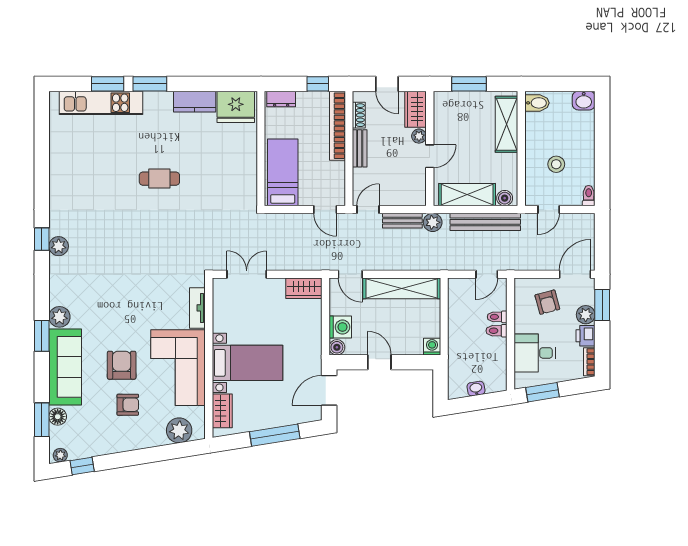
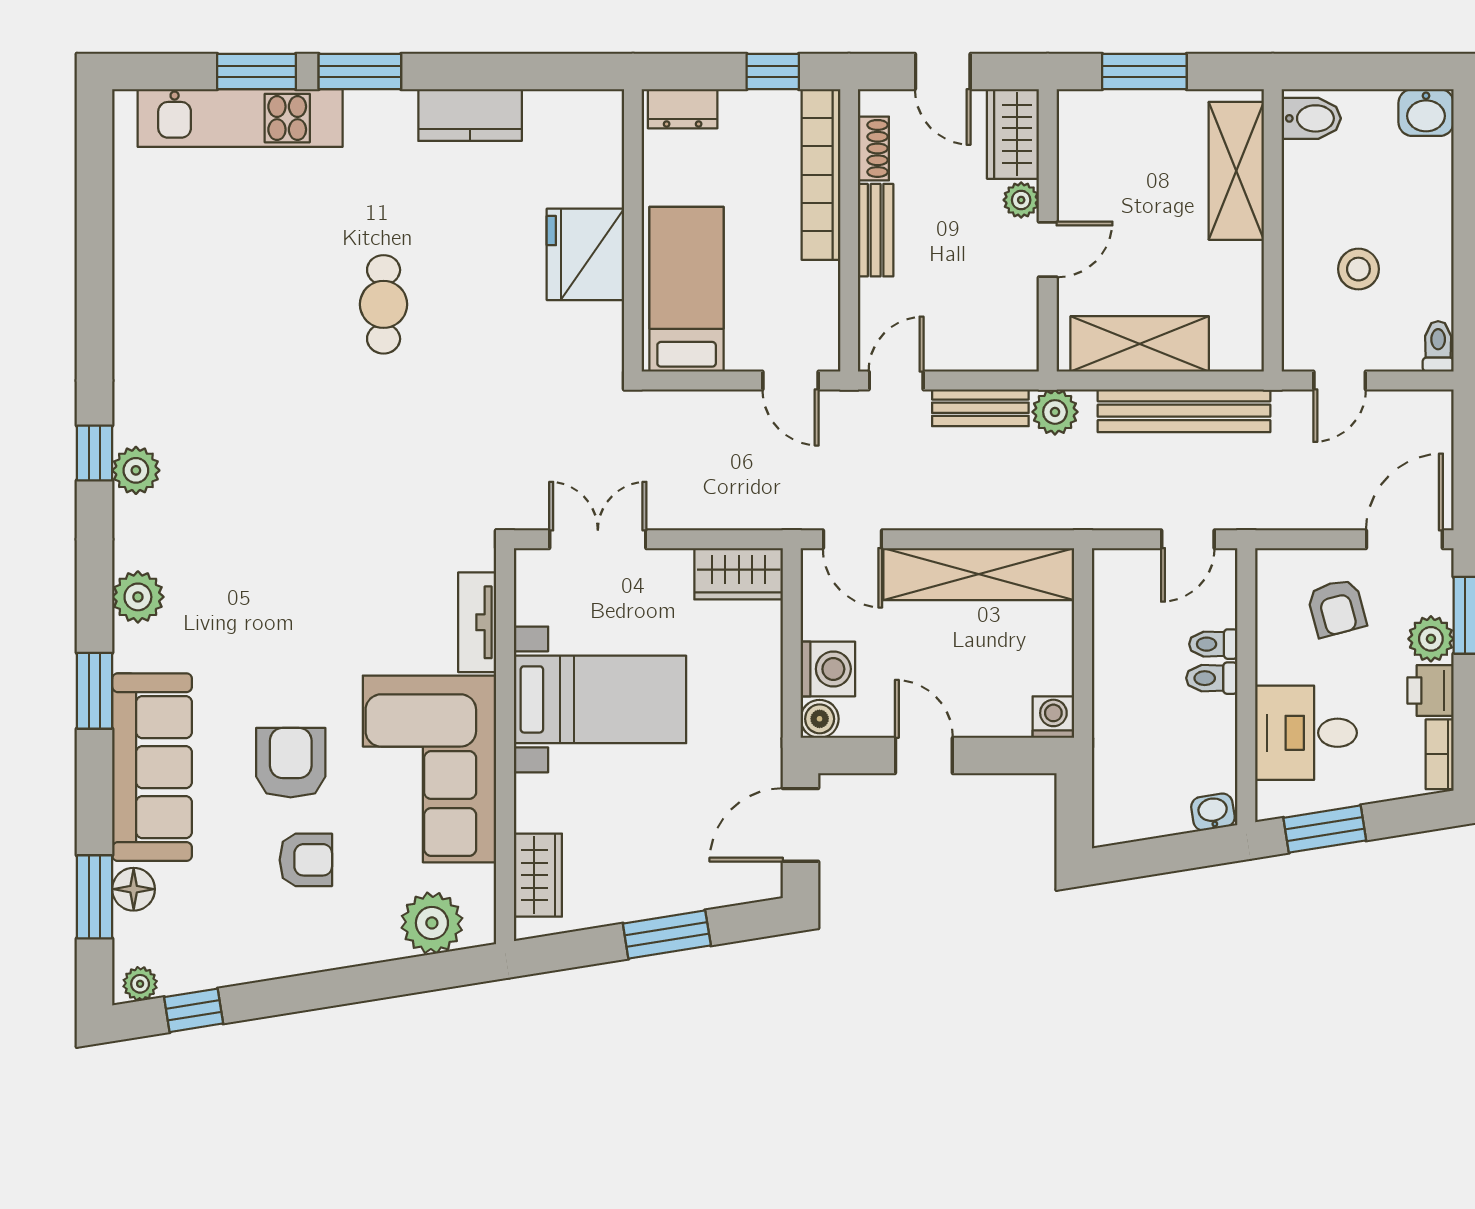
fridge: (236, 107) -> (585, 254), moved, turned 90
cafe table: (159, 179) -> (384, 304), turned 90
boiler: (505, 198) -> (1232, 352), removed
plant: (59, 317) -> (138, 597), moved
bed with nightstands: (248, 363) -> (600, 699), moved
washbasin: (476, 389) -> (1213, 812), moved
window: (275, 435) -> (667, 934), width x0.69

